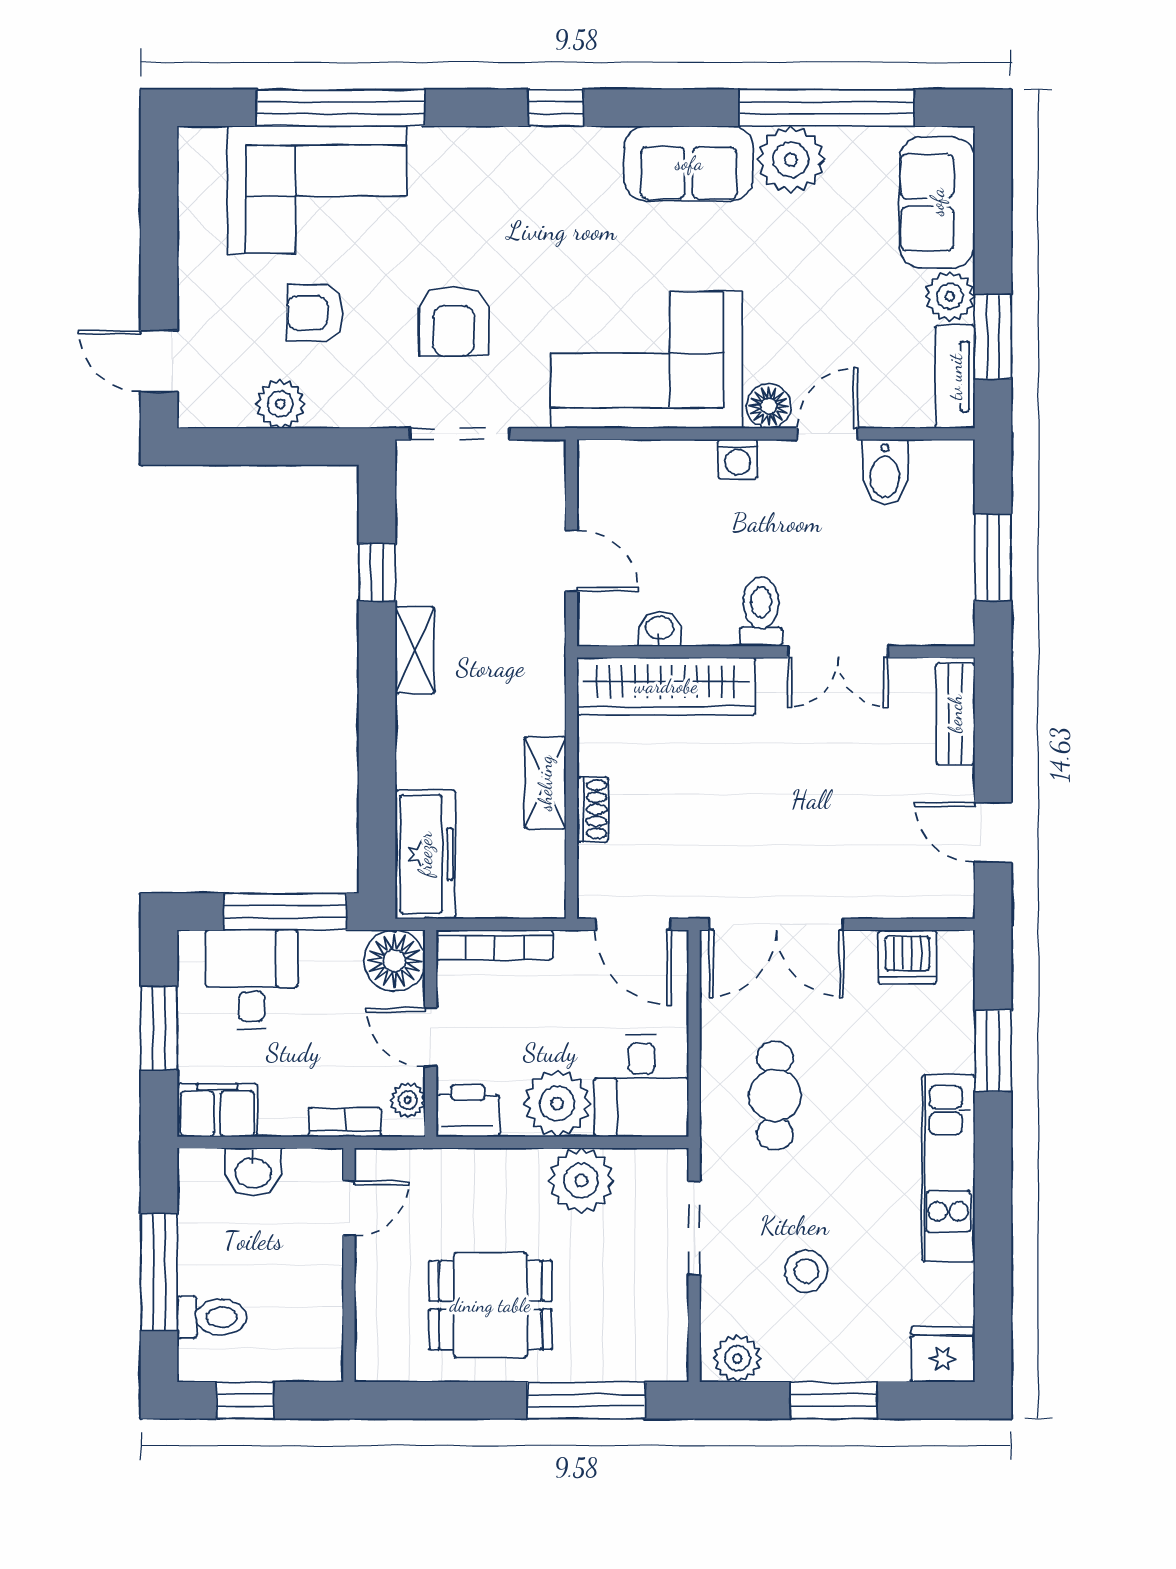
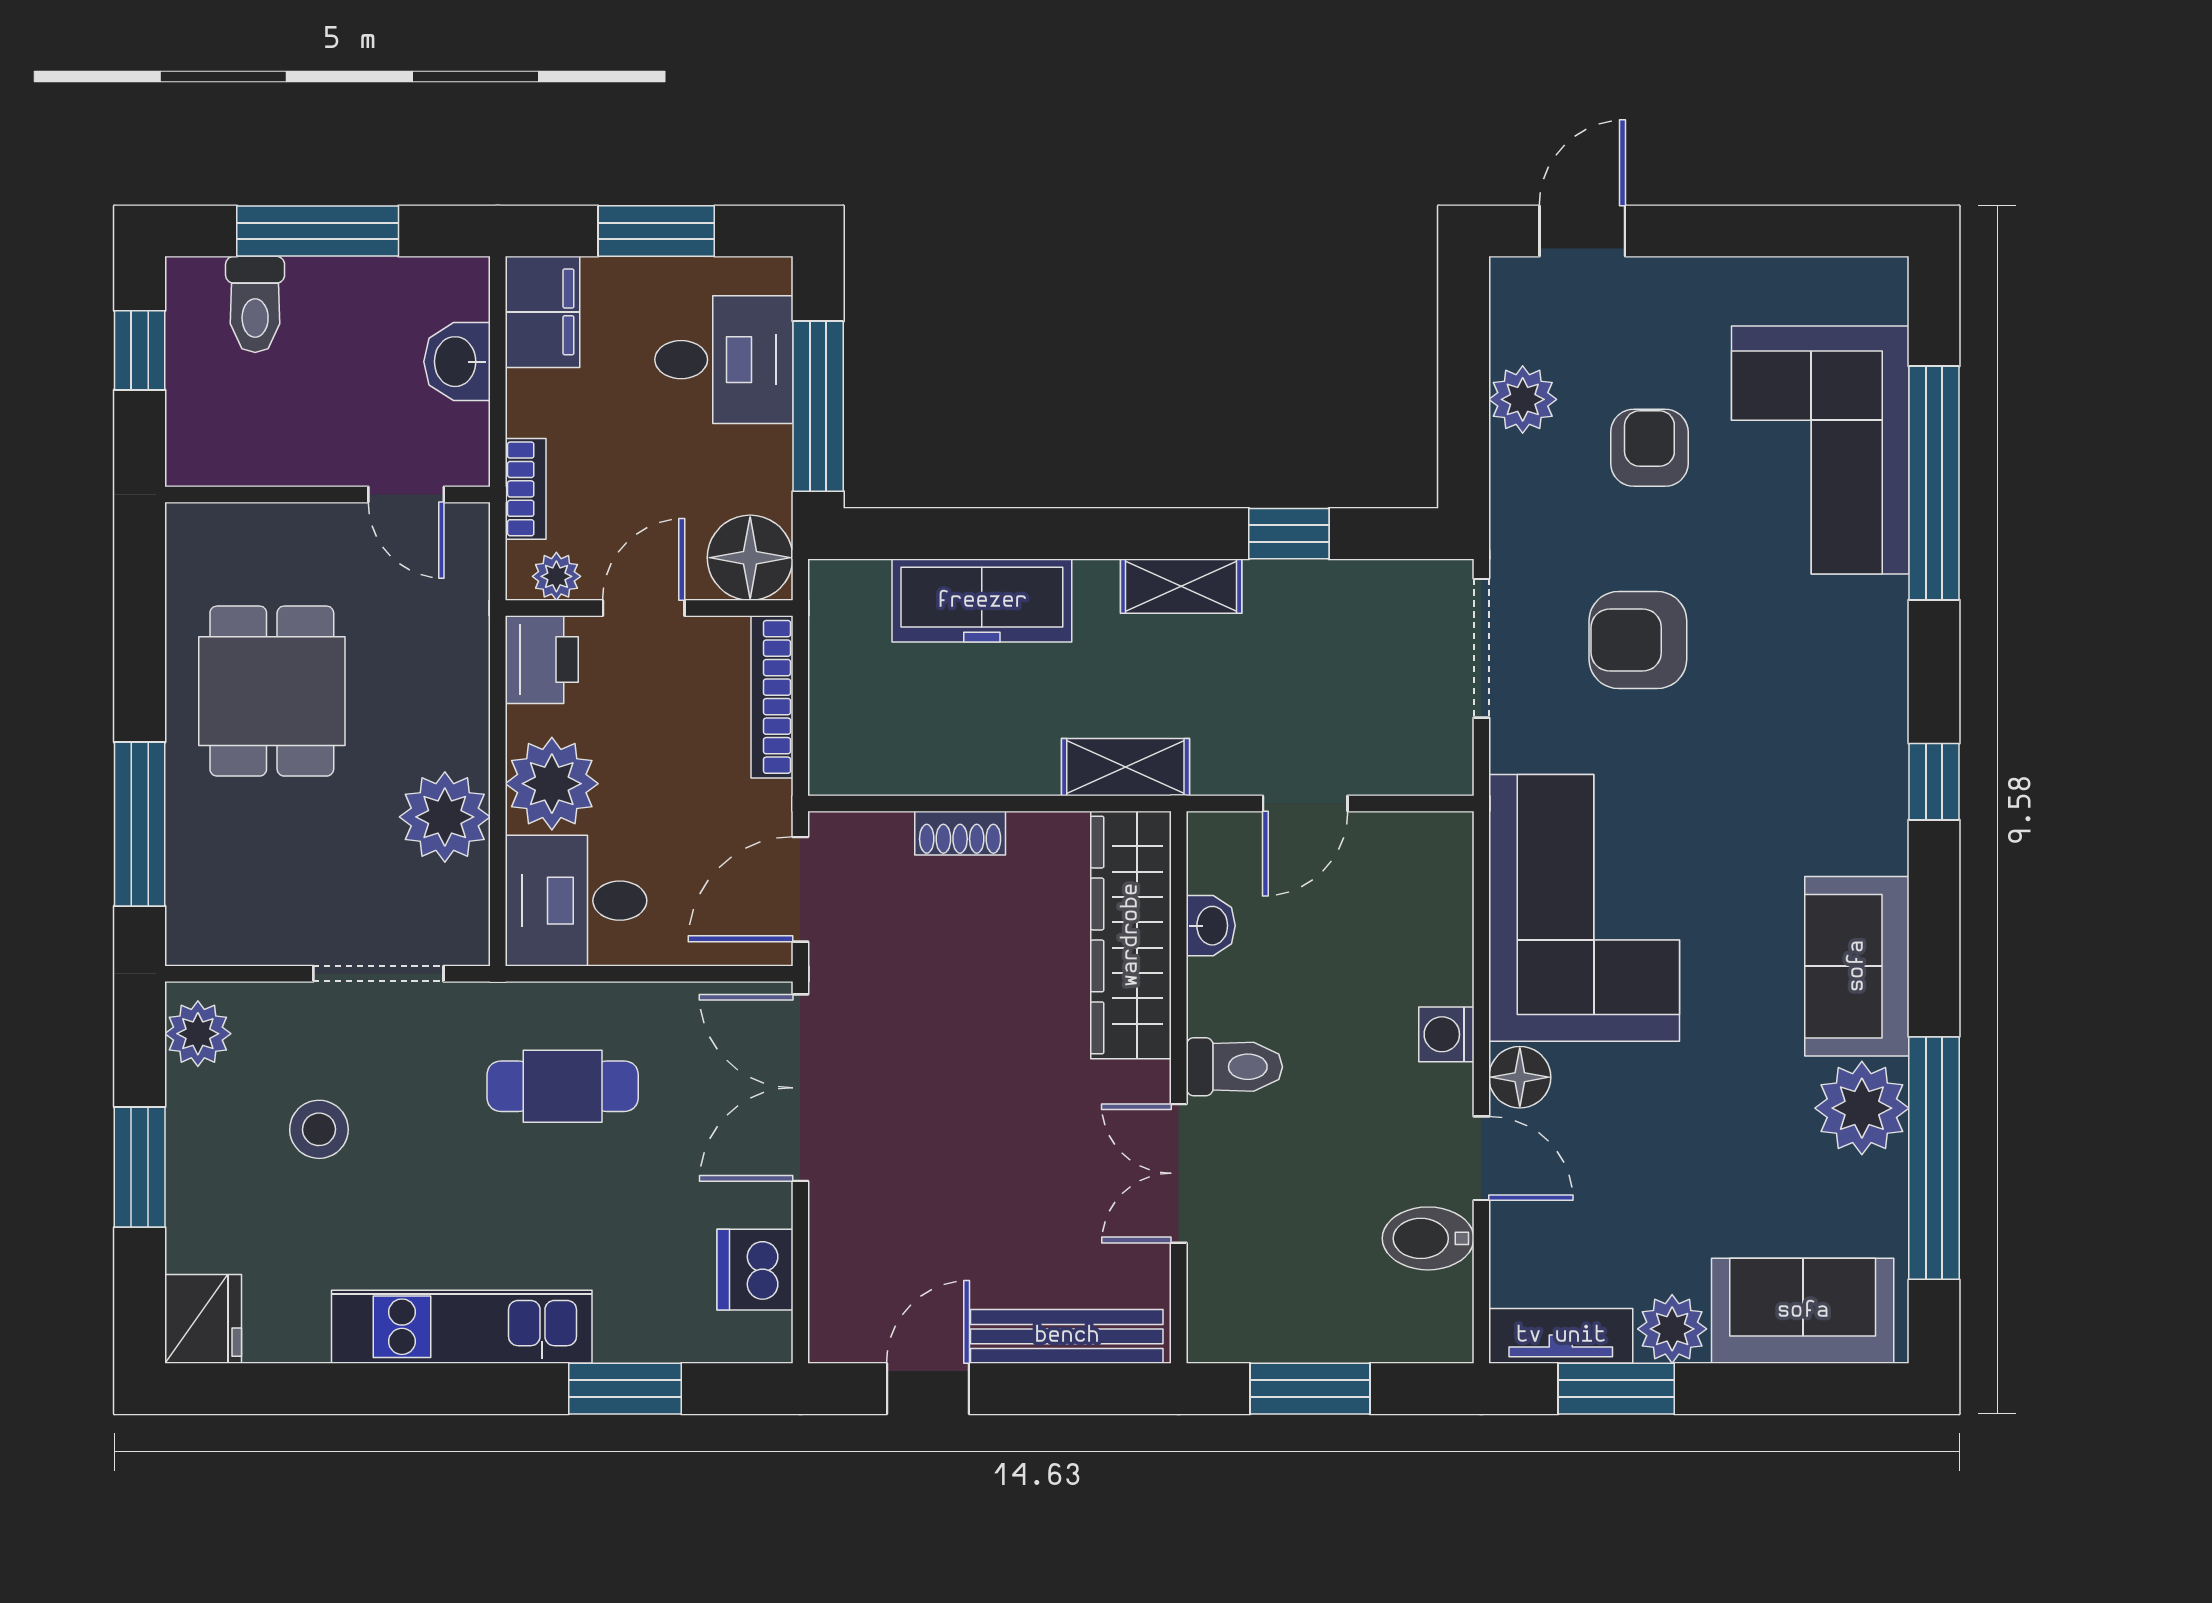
bench: (955, 714) -> (1067, 1336), width x1.36
shelving: (545, 783) -> (1125, 767), moved
freezer: (425, 854) -> (982, 601), moved

